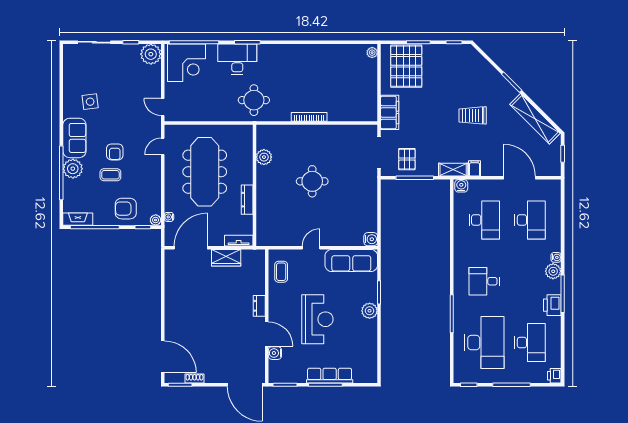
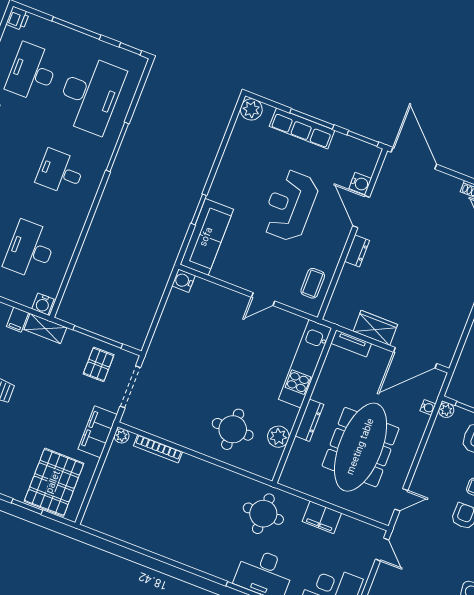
plant: (372, 53) -> (122, 436), moved
filing cabinet: (213, 113) -> (322, 517), added
bookcase: (309, 117) -> (158, 449), moved
round table: (312, 181) -> (233, 429), moved
dresser: (247, 200) -> (309, 420), moved
kitchen unit: (265, 214) -> (305, 364), added
sofa: (351, 260) -> (207, 237), moved, turned 90
desk: (484, 281) -> (60, 172), turned 180
plant: (370, 311) -> (251, 109), moved
desk: (484, 343) -> (90, 95), turned 180

